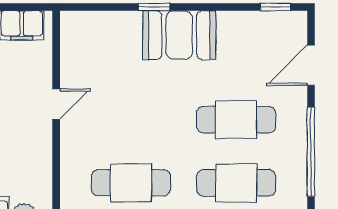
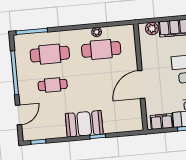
door: (56, 104) -> (141, 85), width x1.87
cafe table: (236, 120) -> (53, 85), width x0.73, depth x0.74

